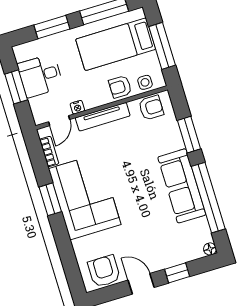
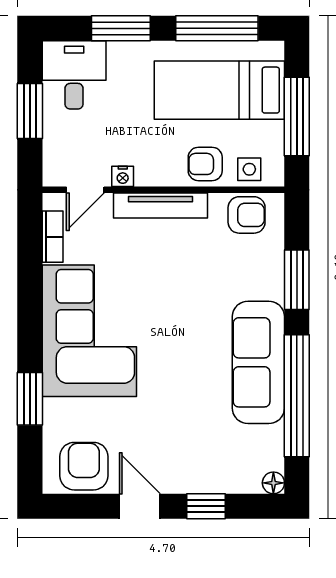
desk: (40, 76) -> (74, 75), moved, turned 90
window: (50, 199) -> (30, 399), moved

